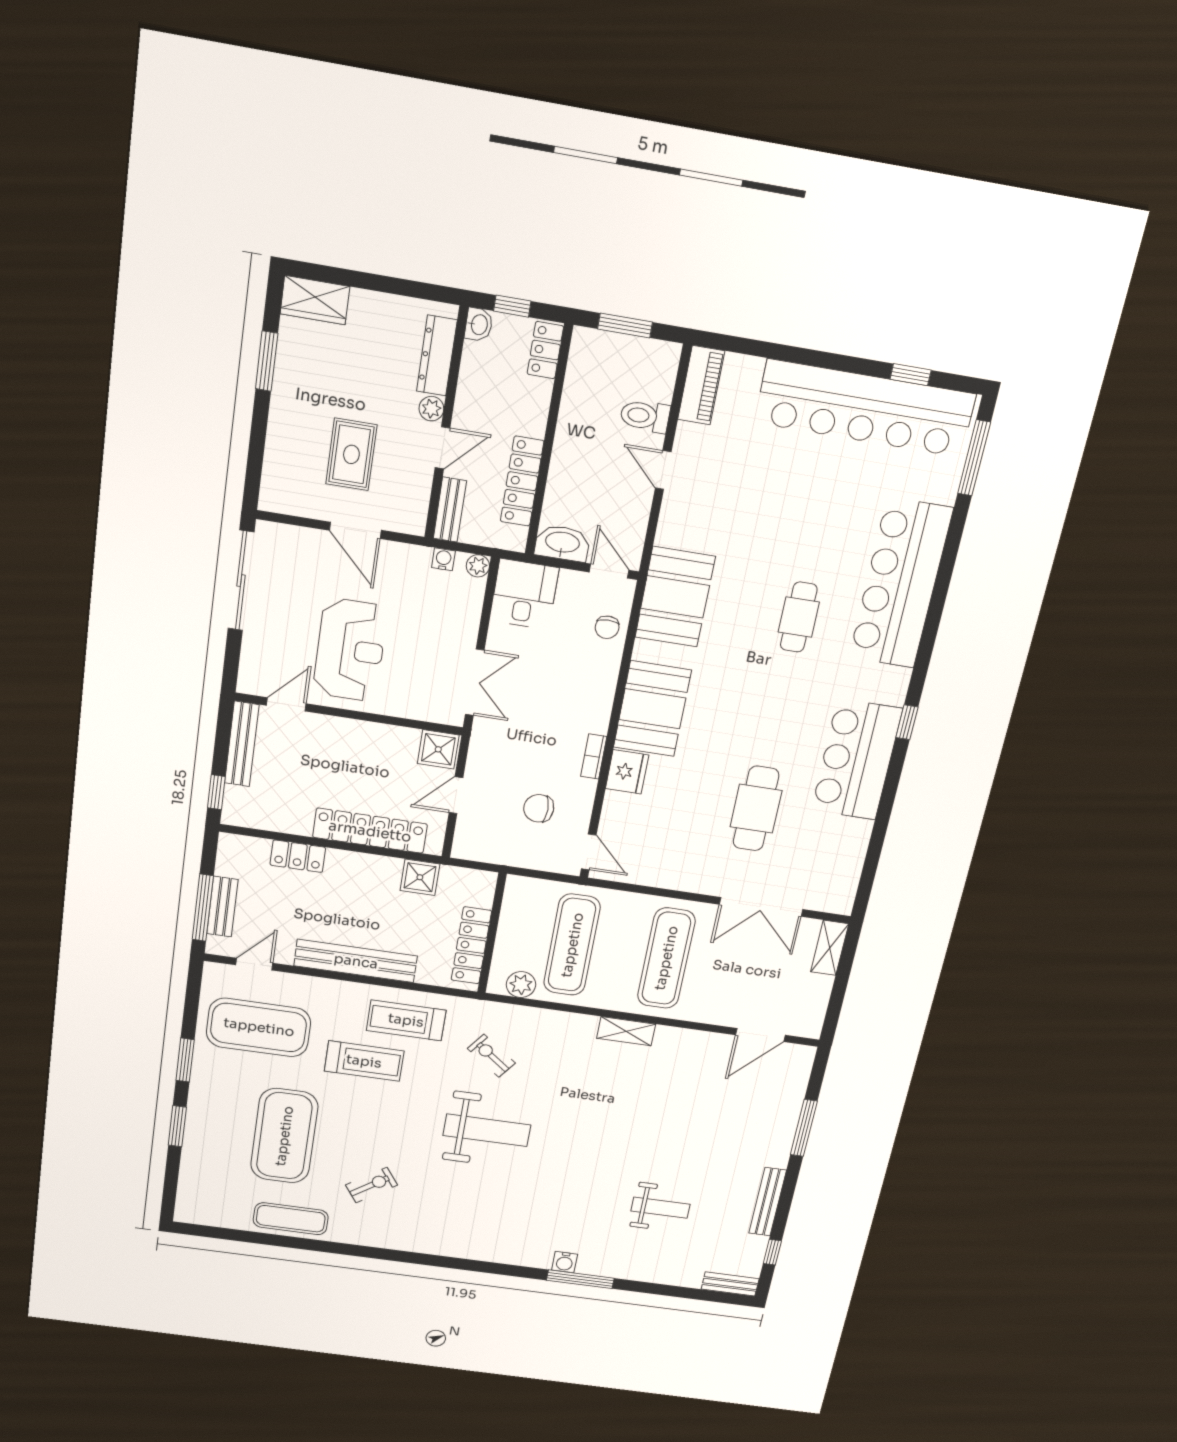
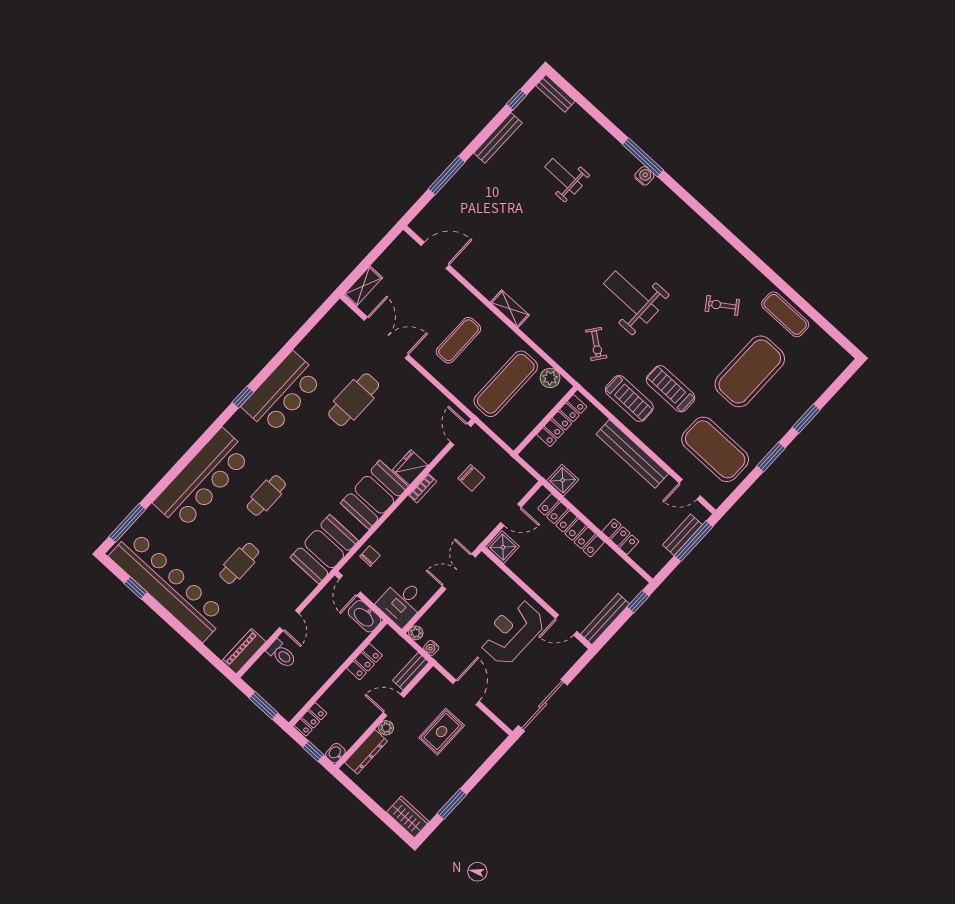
locker: (522, 481) -> (365, 662), width x0.66
cafe table: (781, 503) -> (239, 563), added
exercise mat: (666, 958) -> (458, 340), width x0.73, depth x0.69

